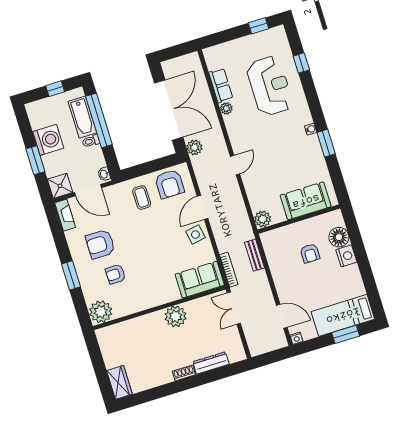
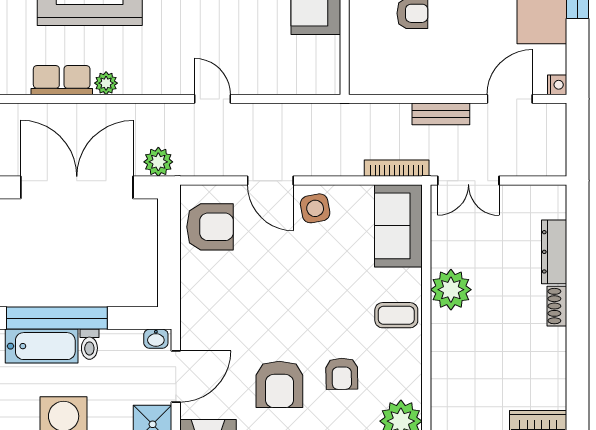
coffee table: (142, 197) -> (396, 315), moved
plant: (263, 219) -> (325, 79), removed
bench: (255, 255) -> (441, 114), moved

